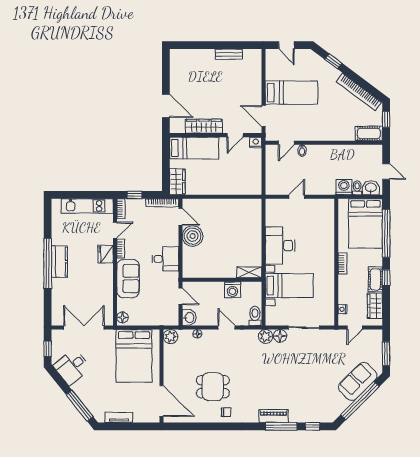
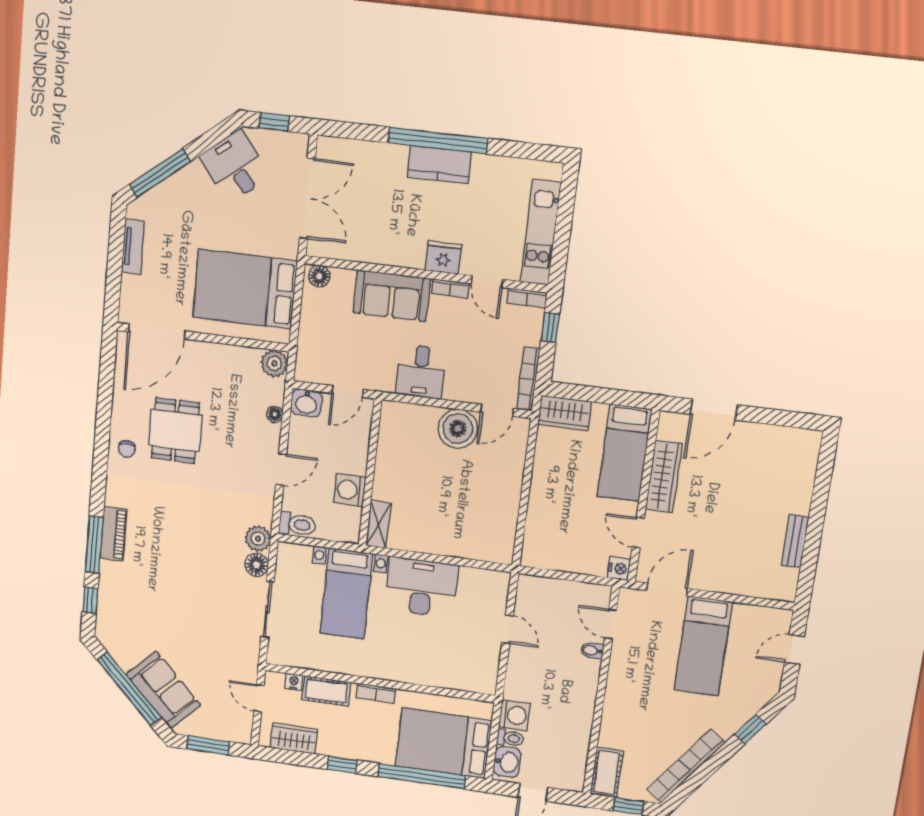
cot: (375, 279) -> (326, 691), moved

